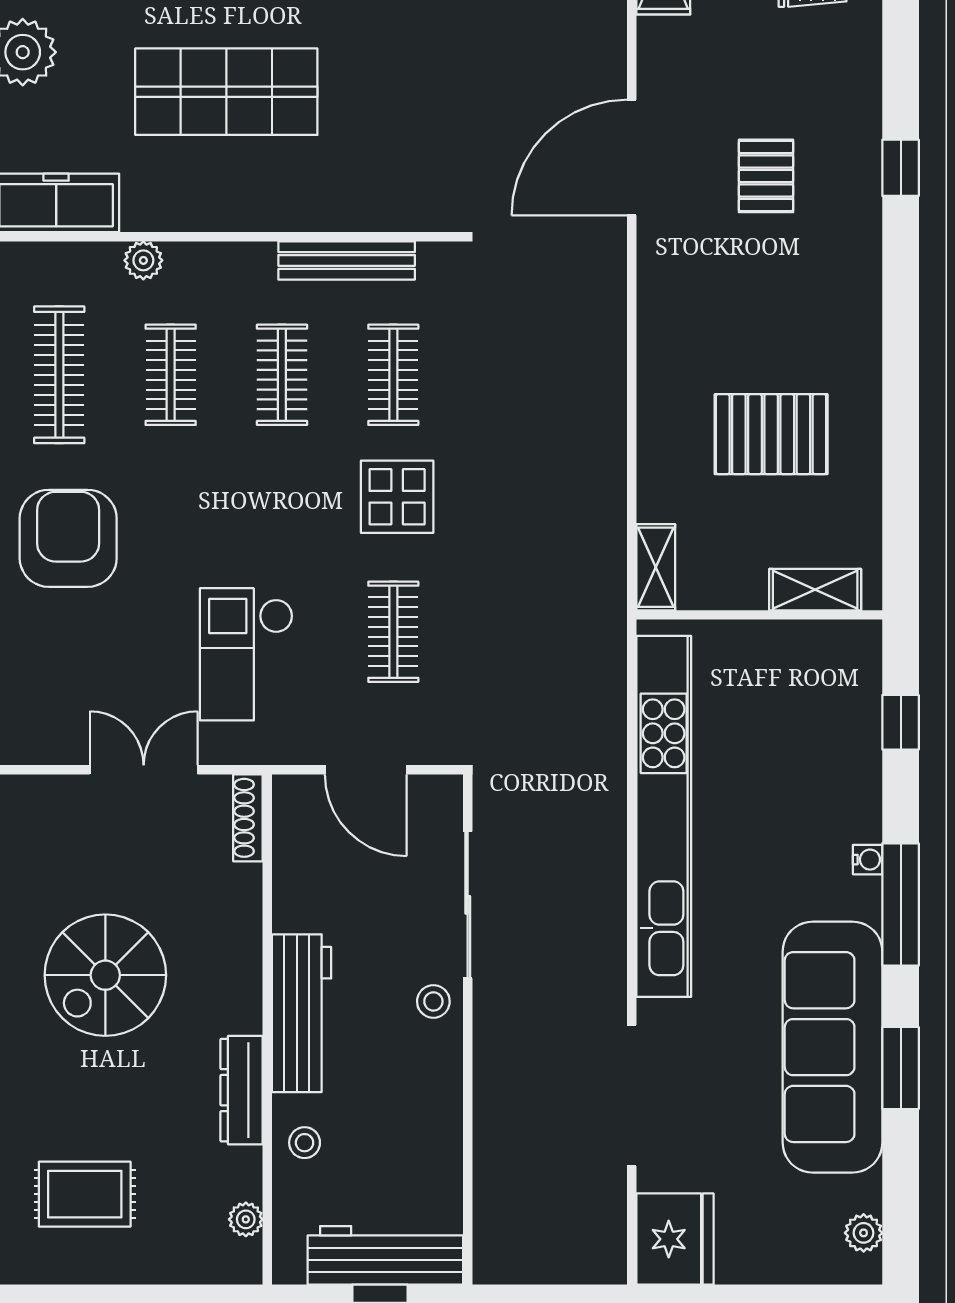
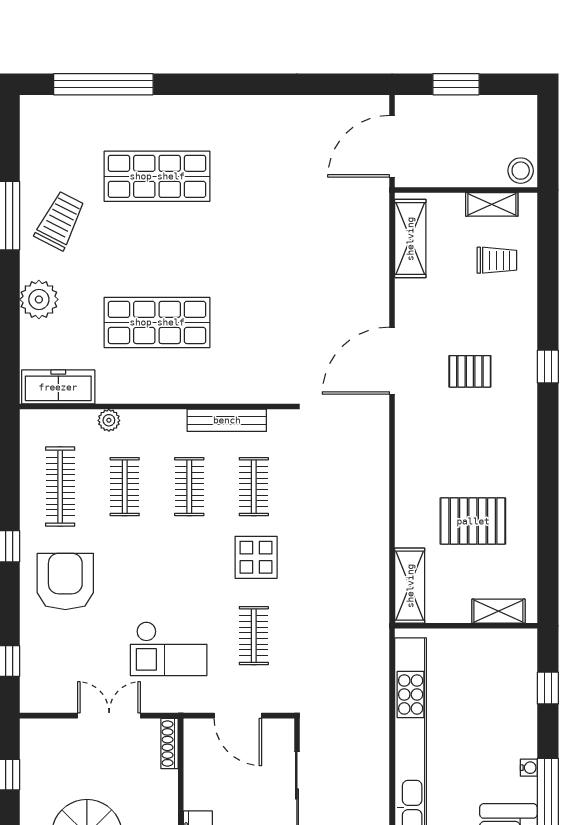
pallet: (766, 176) -> (470, 371), turned 90
shelving: (656, 567) -> (410, 586), width x1.50, depth x1.33
checkout: (246, 654) -> (169, 649), turned -90

